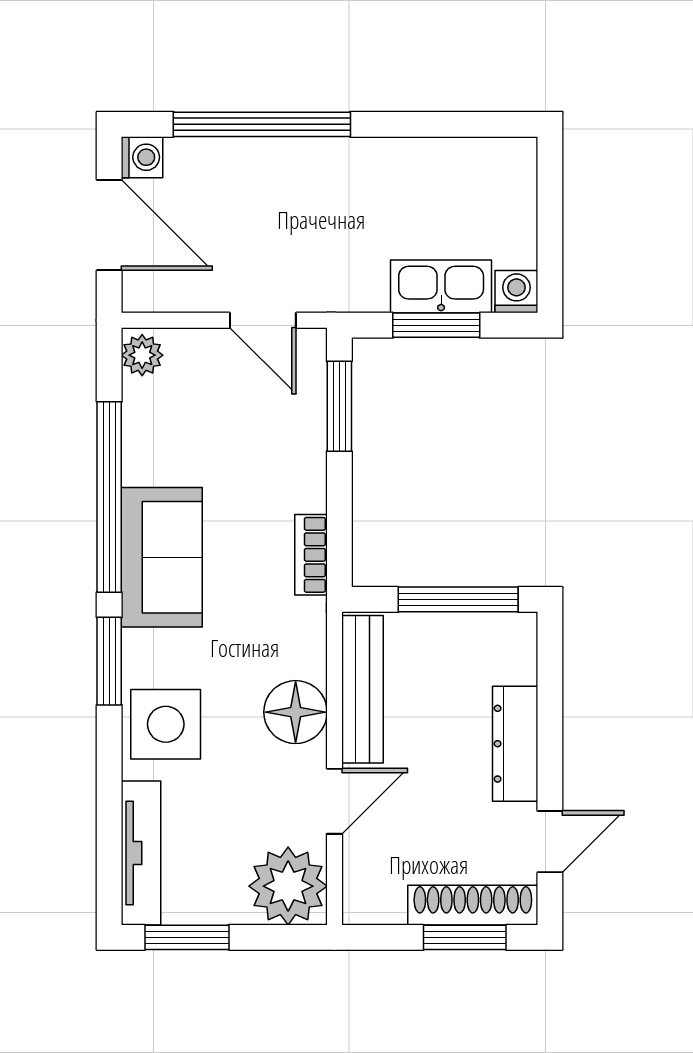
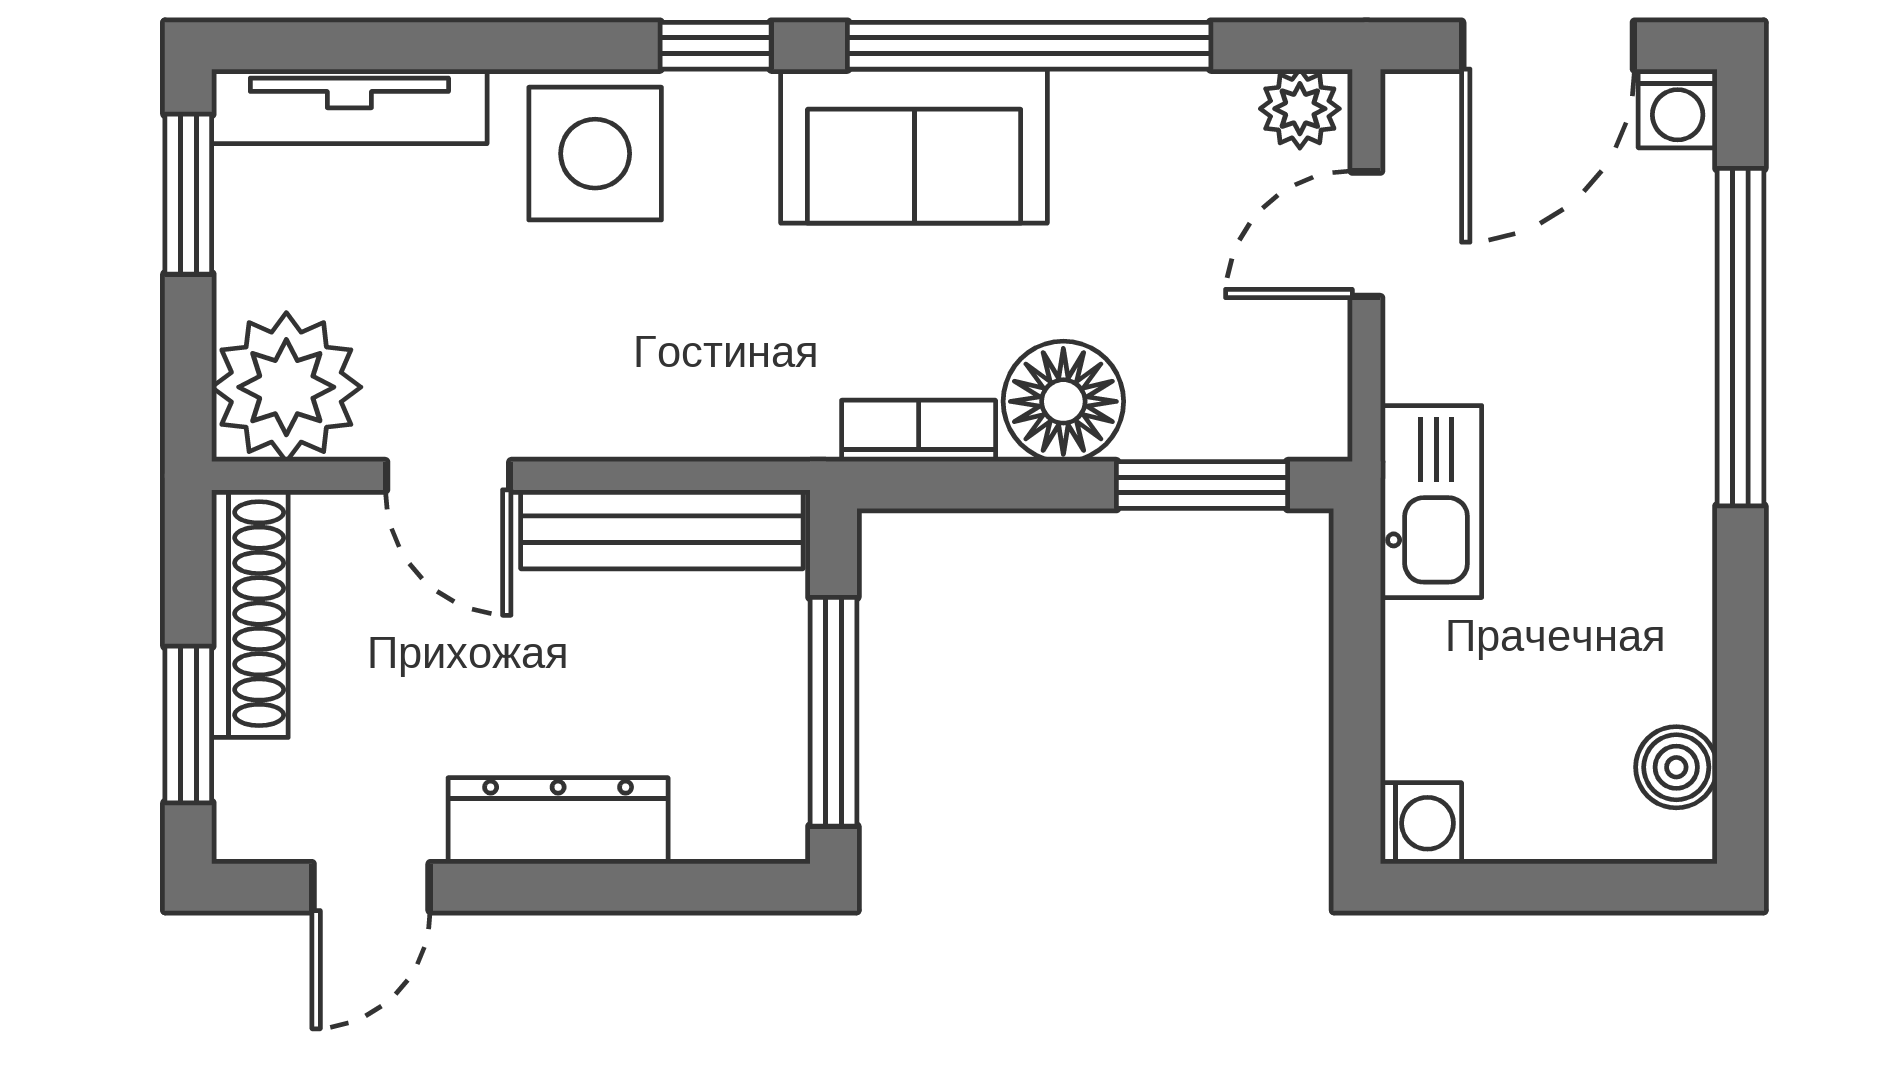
boiler: (487, 158) -> (1676, 767), added
kitchen sink: (441, 286) -> (1431, 502), moved
door: (263, 320) -> (1366, 234), moved
window: (436, 325) -> (1357, 670), removed
window: (109, 661) -> (716, 46), width x0.67
floor lamp: (296, 712) -> (1063, 401), moved
door: (550, 842) -> (371, 887), hinge flipped
shoe rack: (473, 905) -> (250, 614), moved

